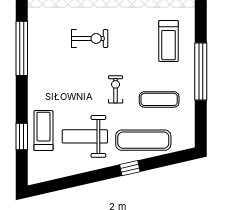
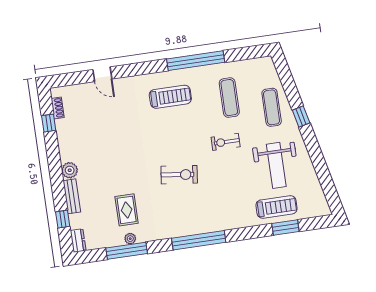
exercise bike: (90, 38) -> (179, 175), turned 97
treadmill: (43, 131) -> (276, 207), turned 180
exercise mat: (143, 140) -> (272, 107), width x0.73, depth x0.69

